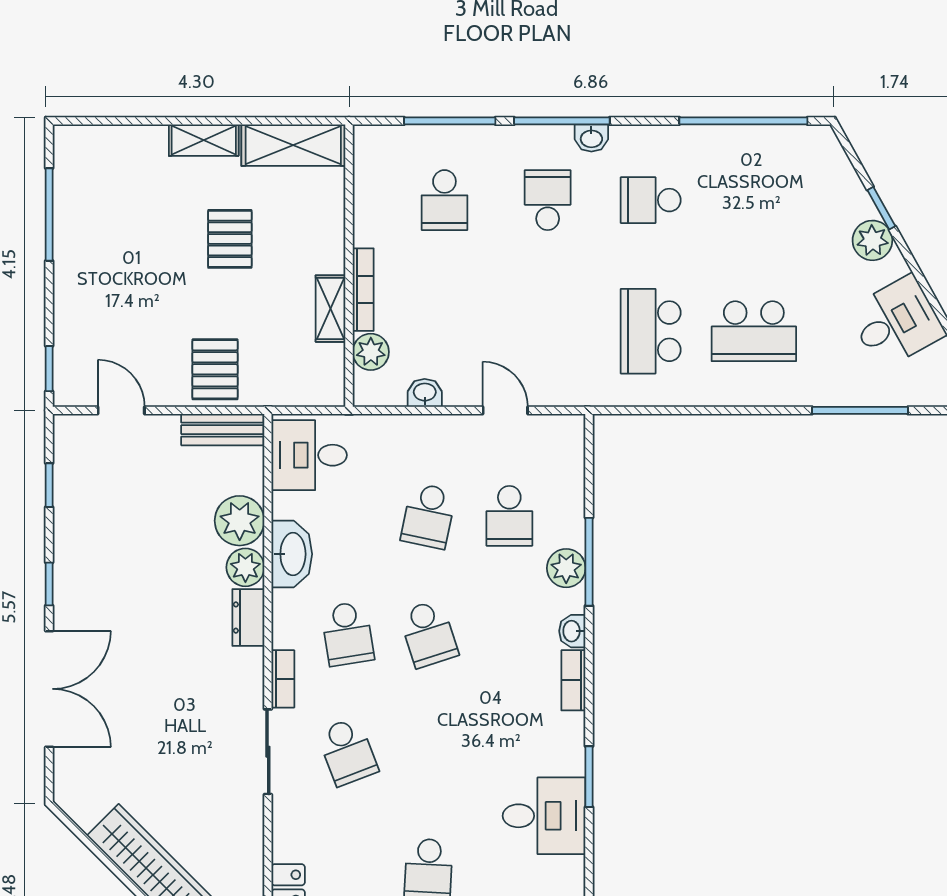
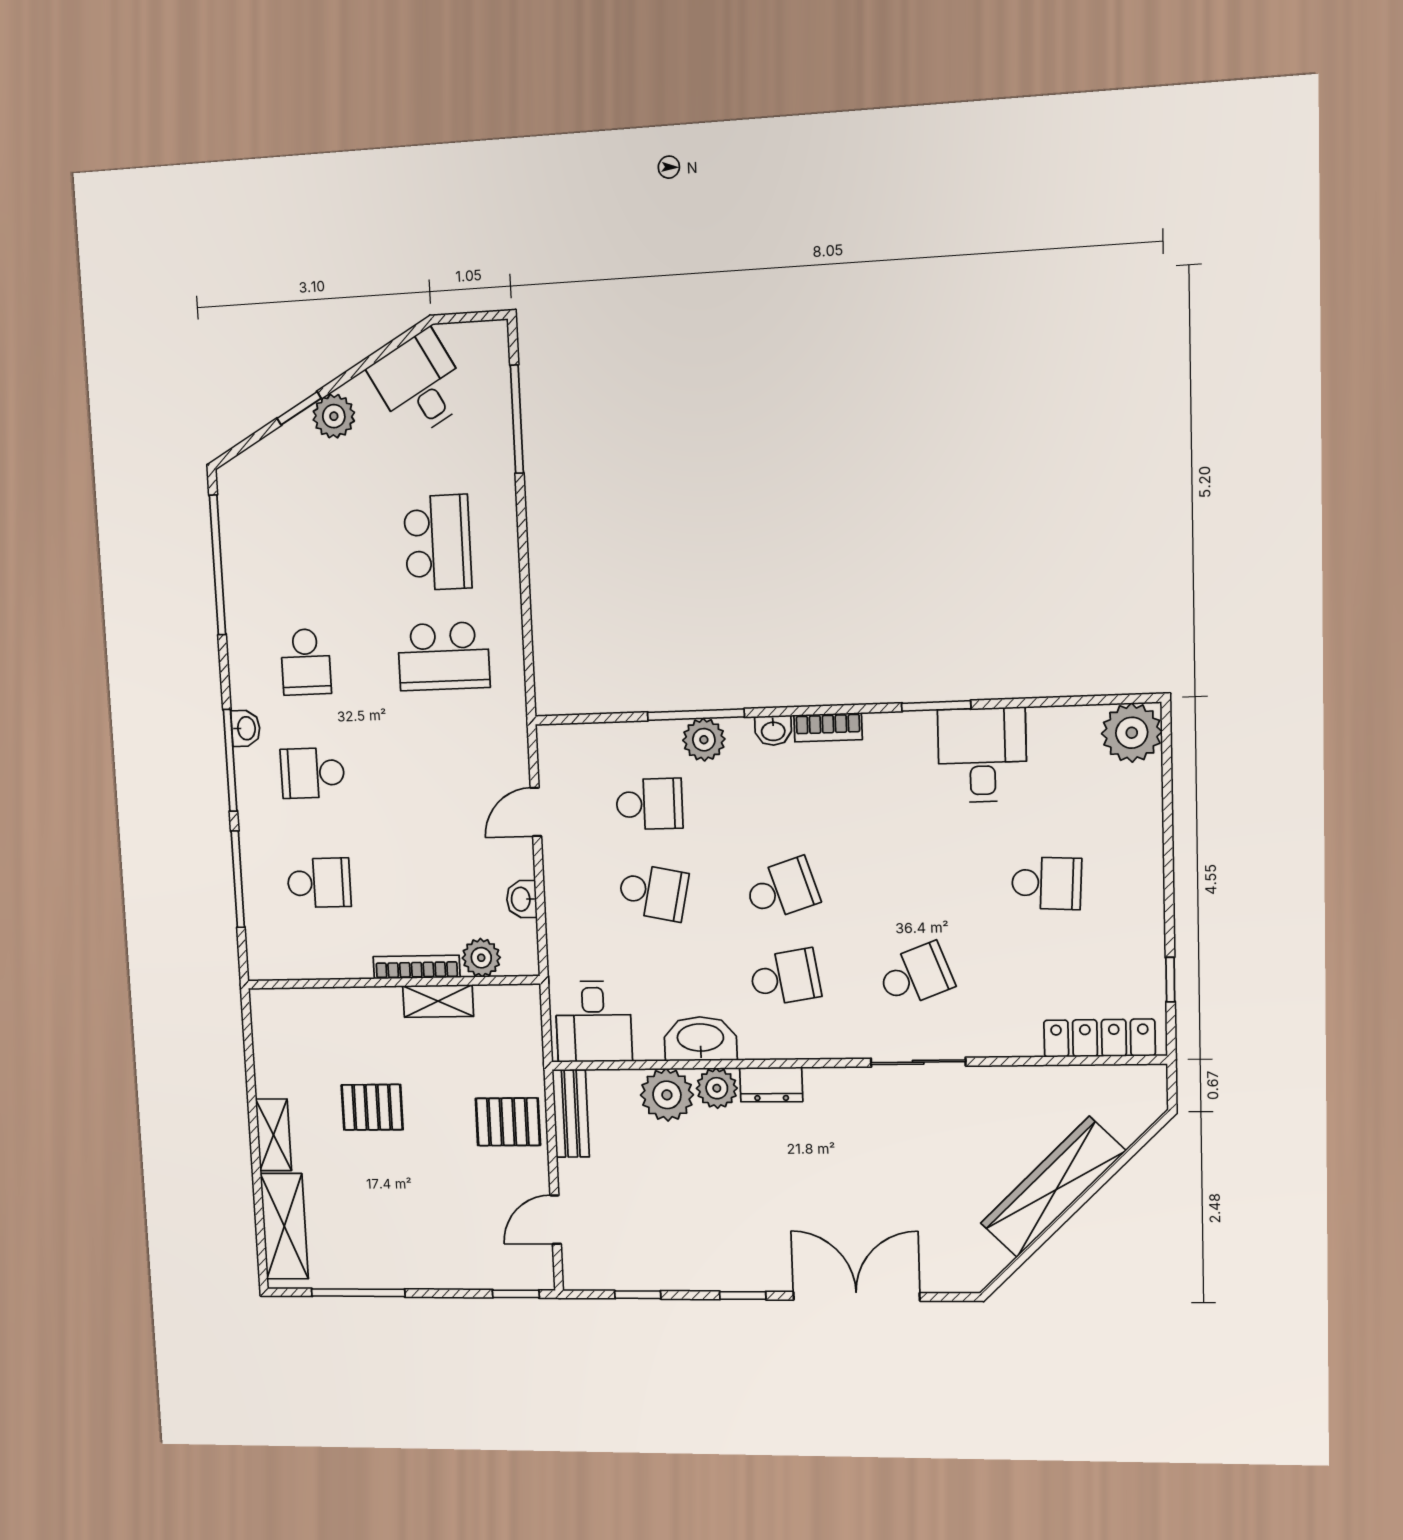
shelving: (293, 145) -> (284, 1226), moved
bookcase: (283, 679) -> (837, 1047), removed

